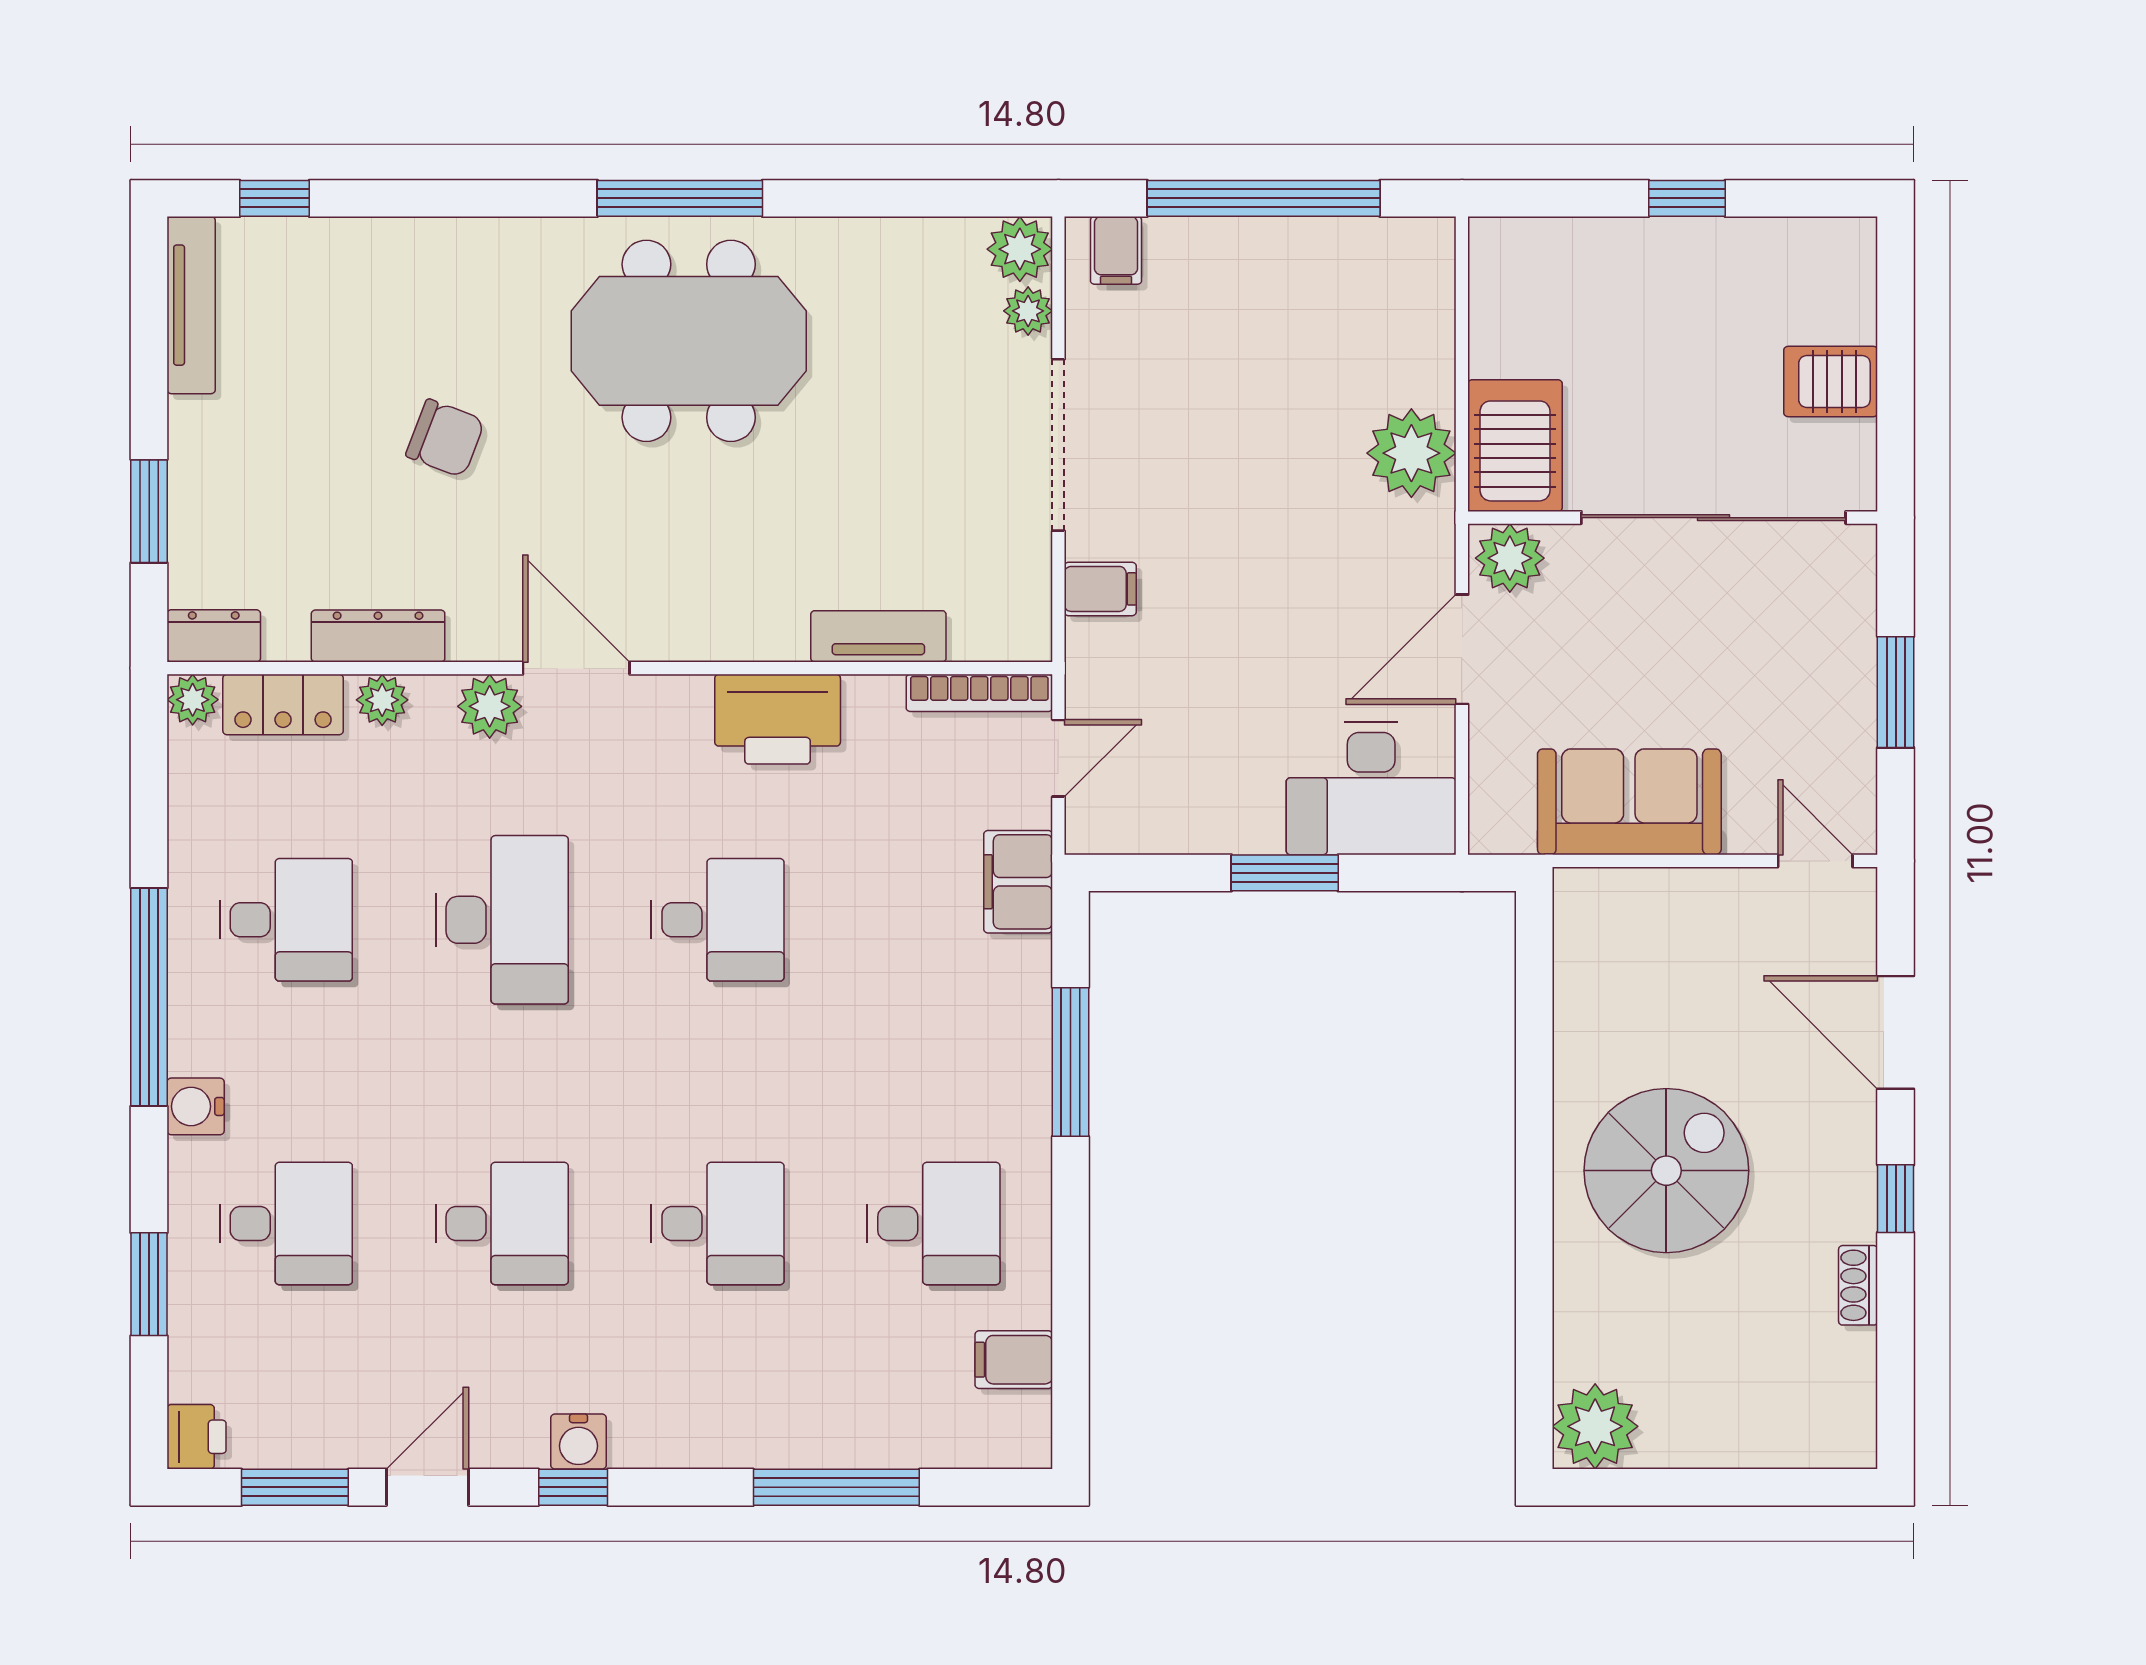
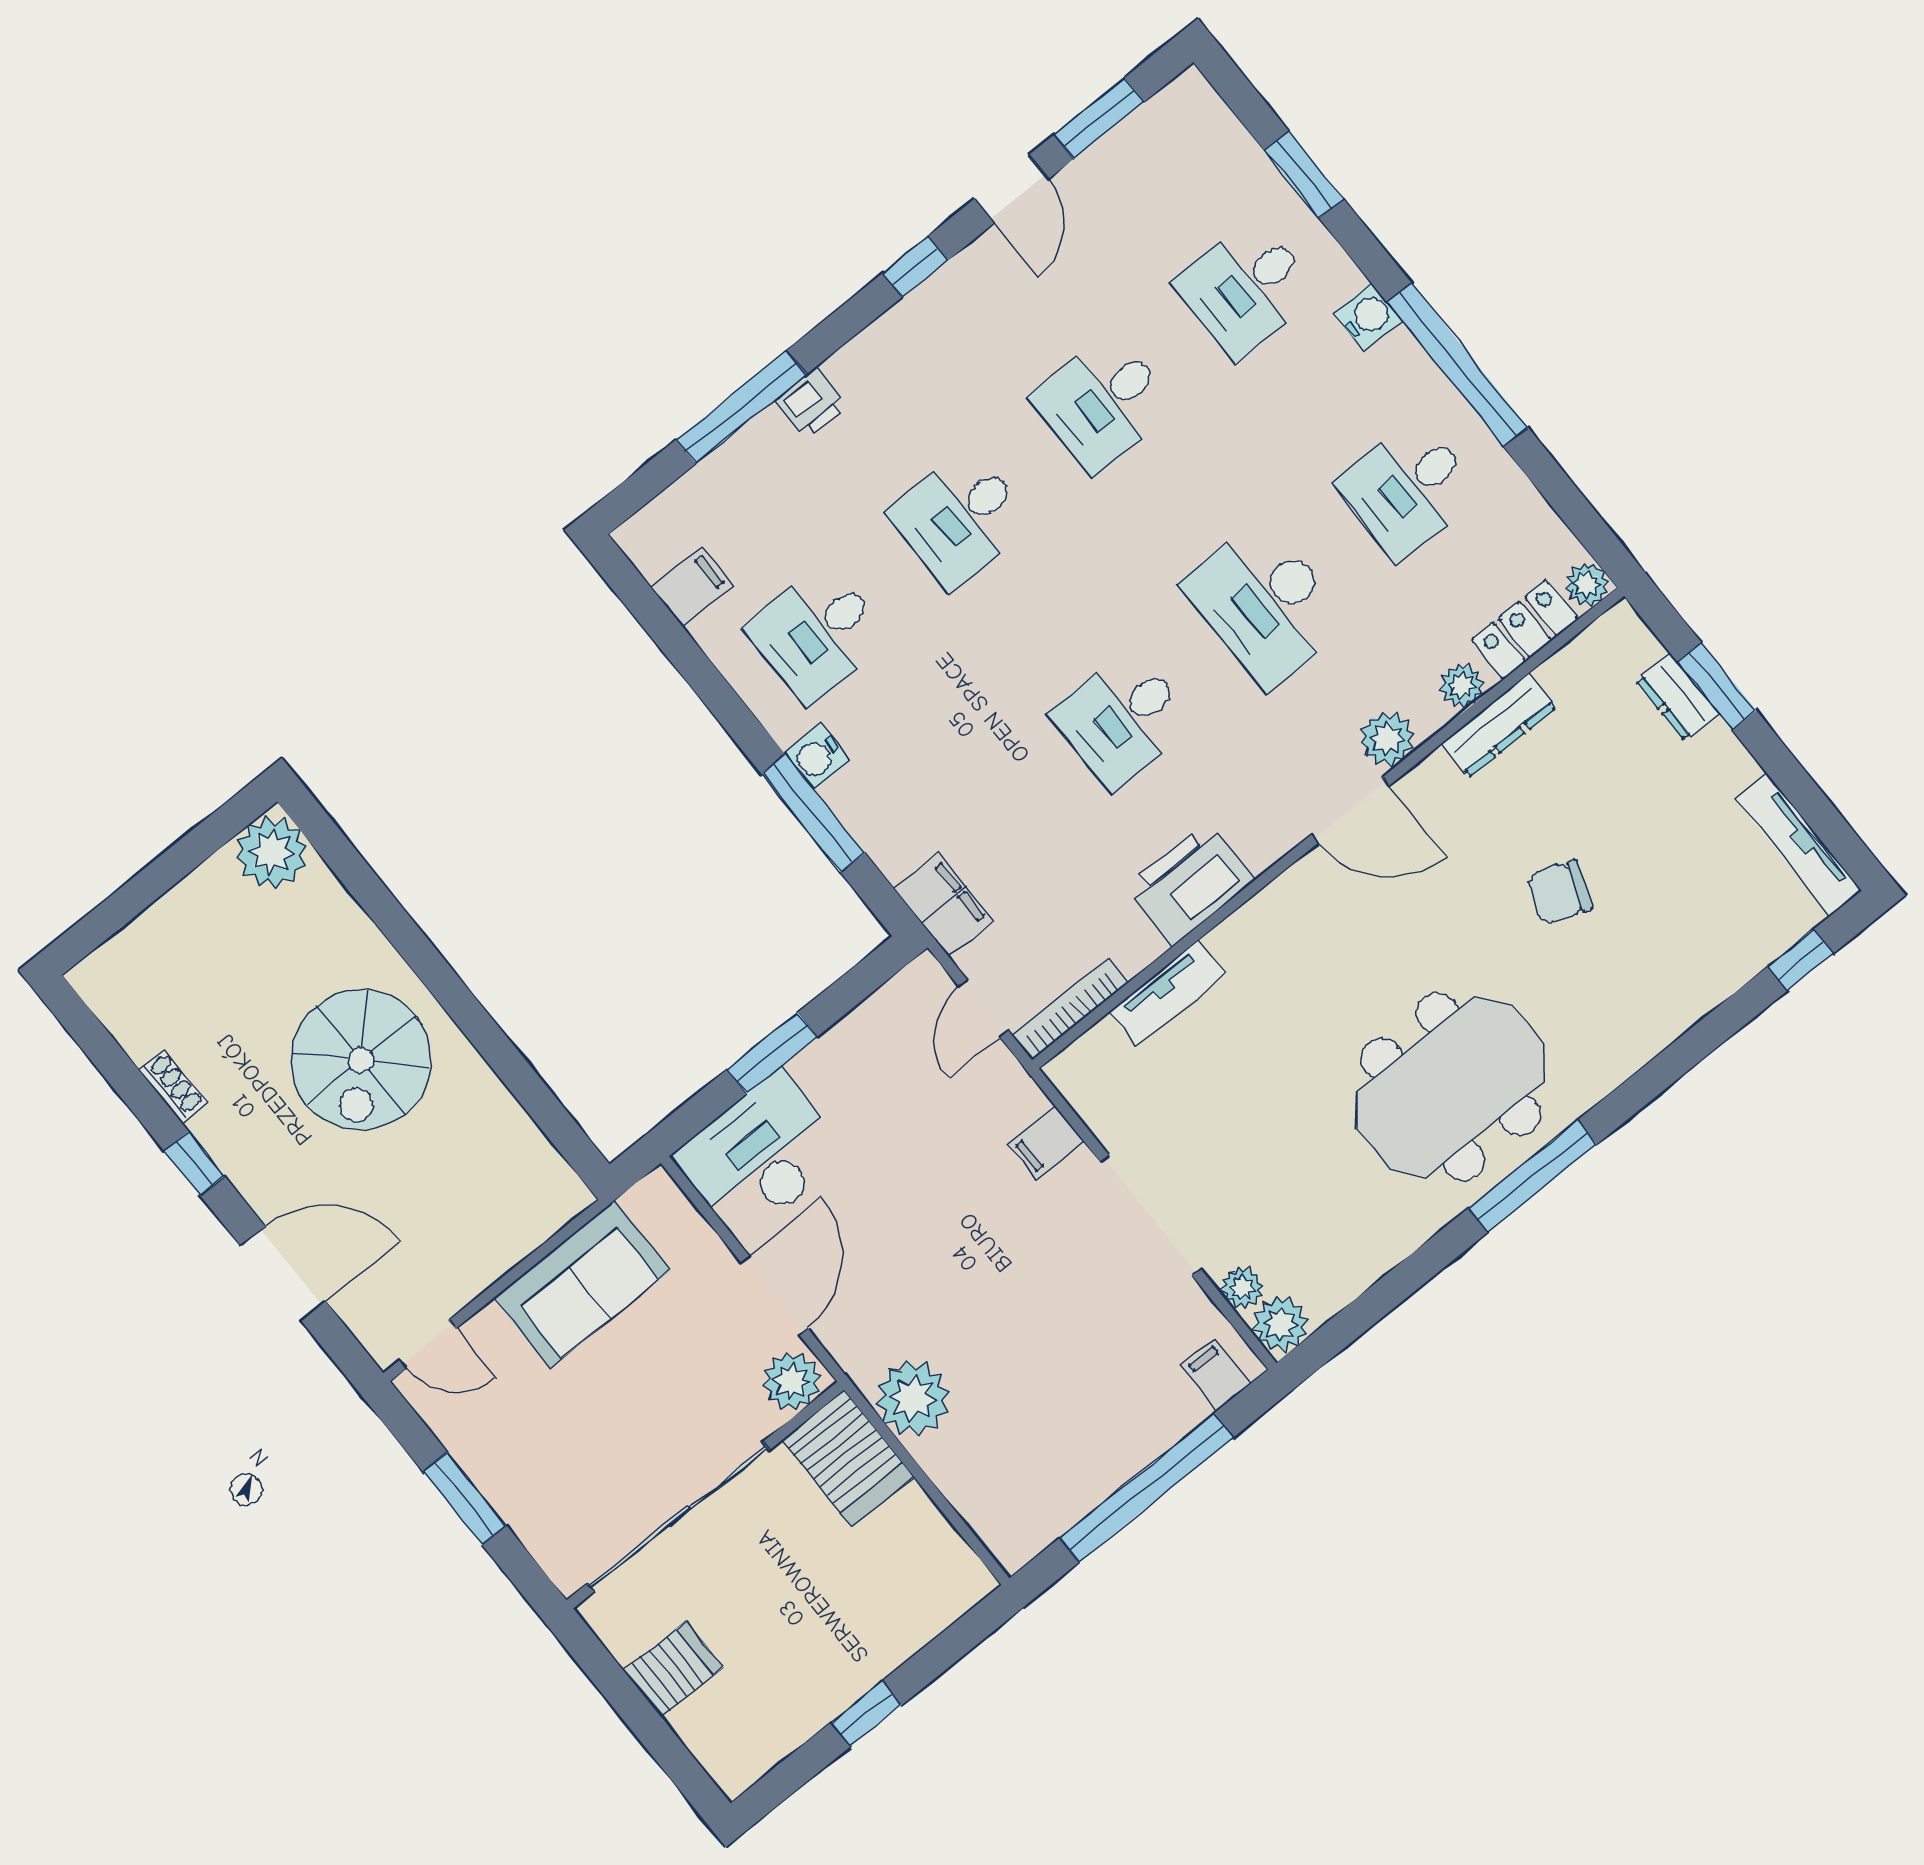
dresser: (214, 636) -> (1677, 697), moved, turned 90
printer: (197, 1437) -> (811, 402), moved, turned -90
water cooler: (579, 1442) -> (817, 756), moved, turned -90

